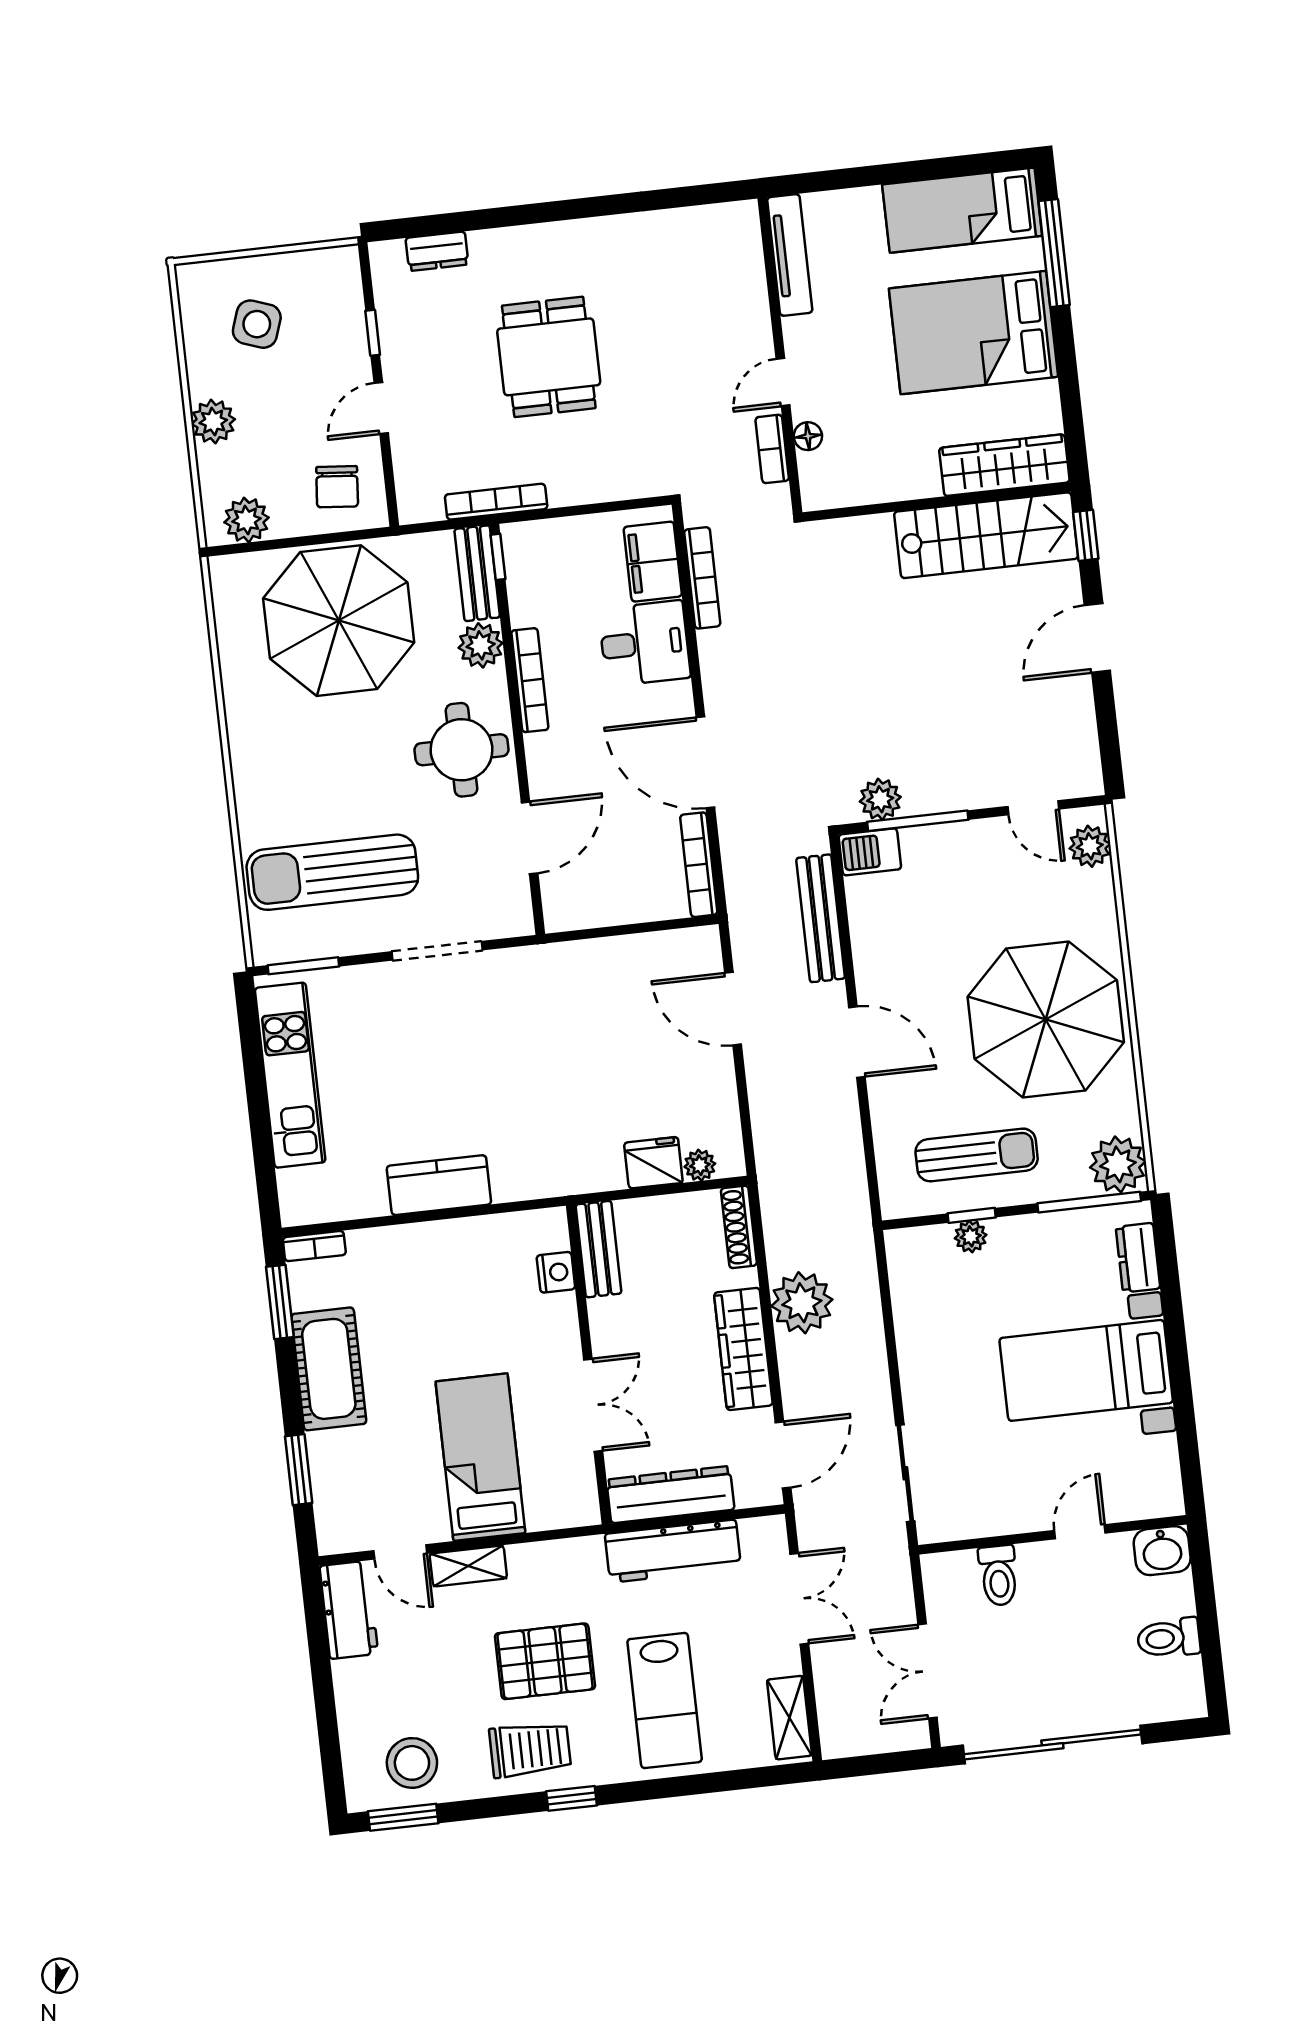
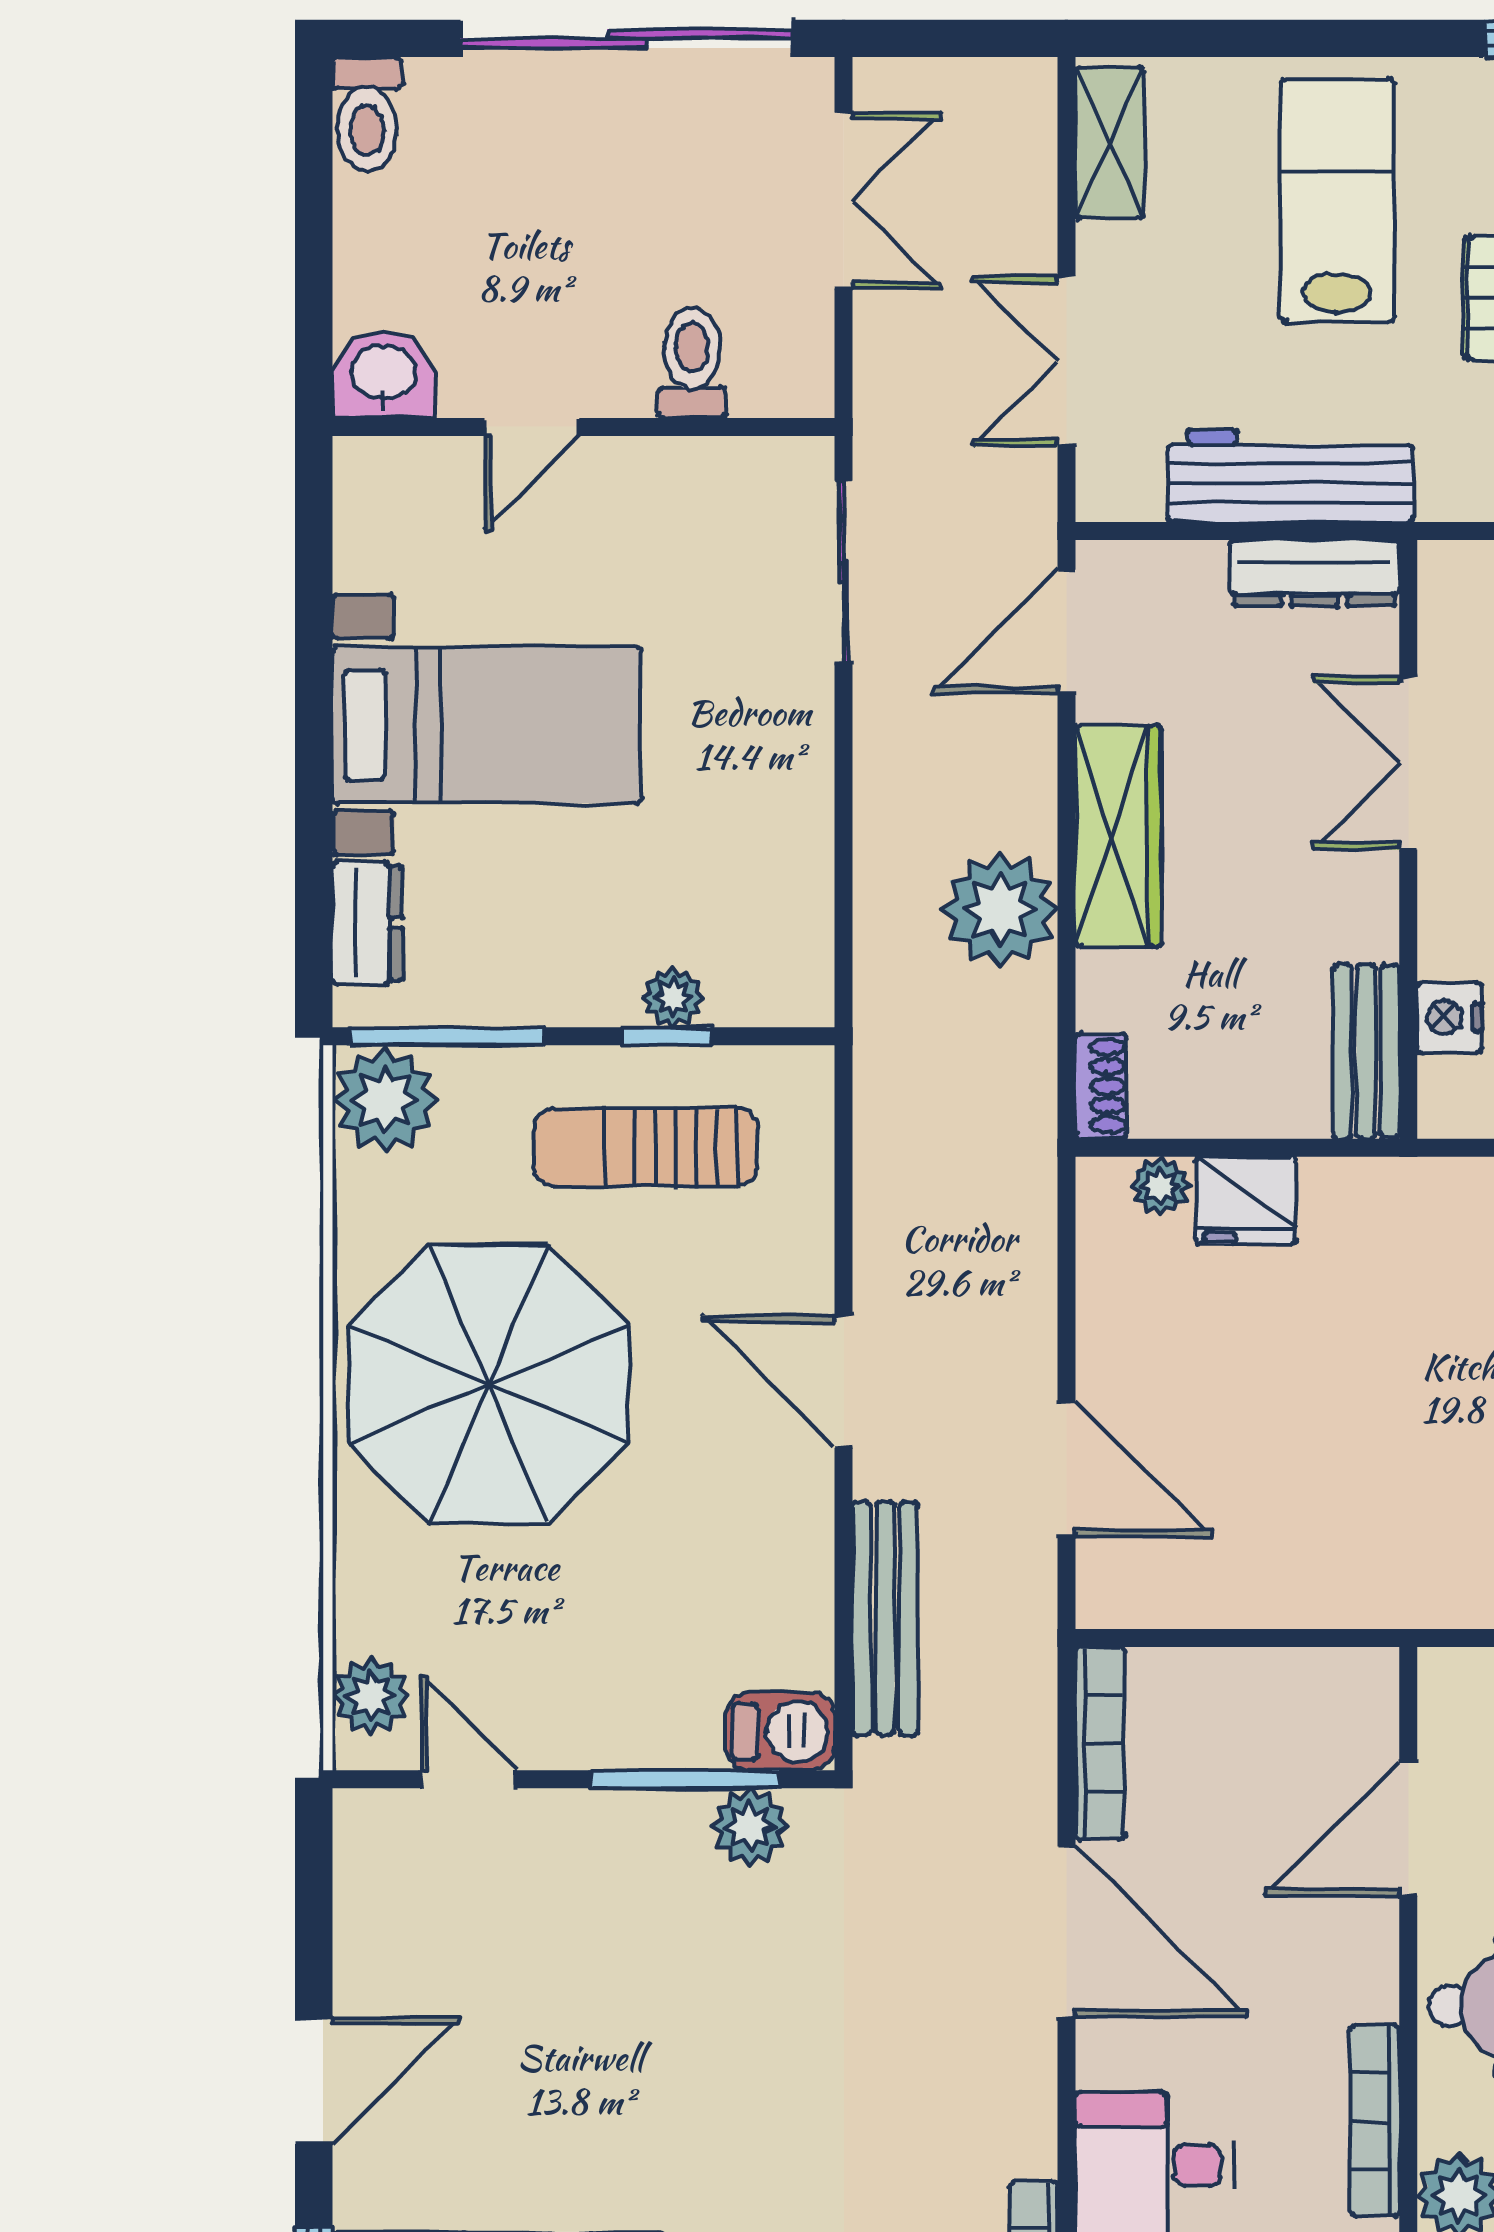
shoe rack: (739, 1227) -> (1101, 1086), width x0.70
dresser: (670, 1495) -> (1315, 573), width x0.73, depth x0.80
toilet: (1169, 1638) -> (367, 114), moved, turned 90

